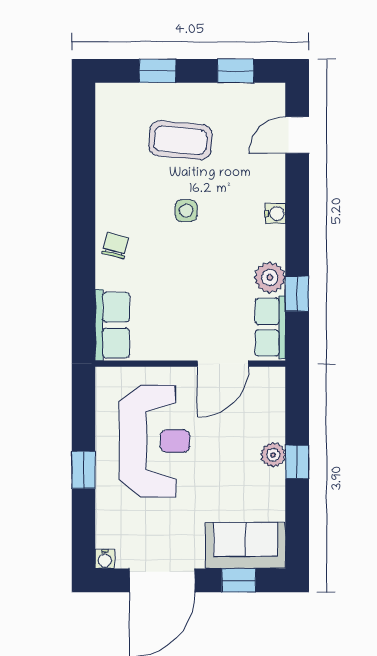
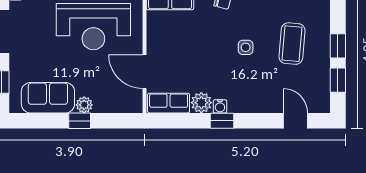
window: (158, 71) -> (338, 46), moved
water cooler: (275, 214) -> (220, 106), moved
window: (297, 294) -> (222, 121), moved
sofa: (245, 545) -> (48, 98), moved, turned -90

